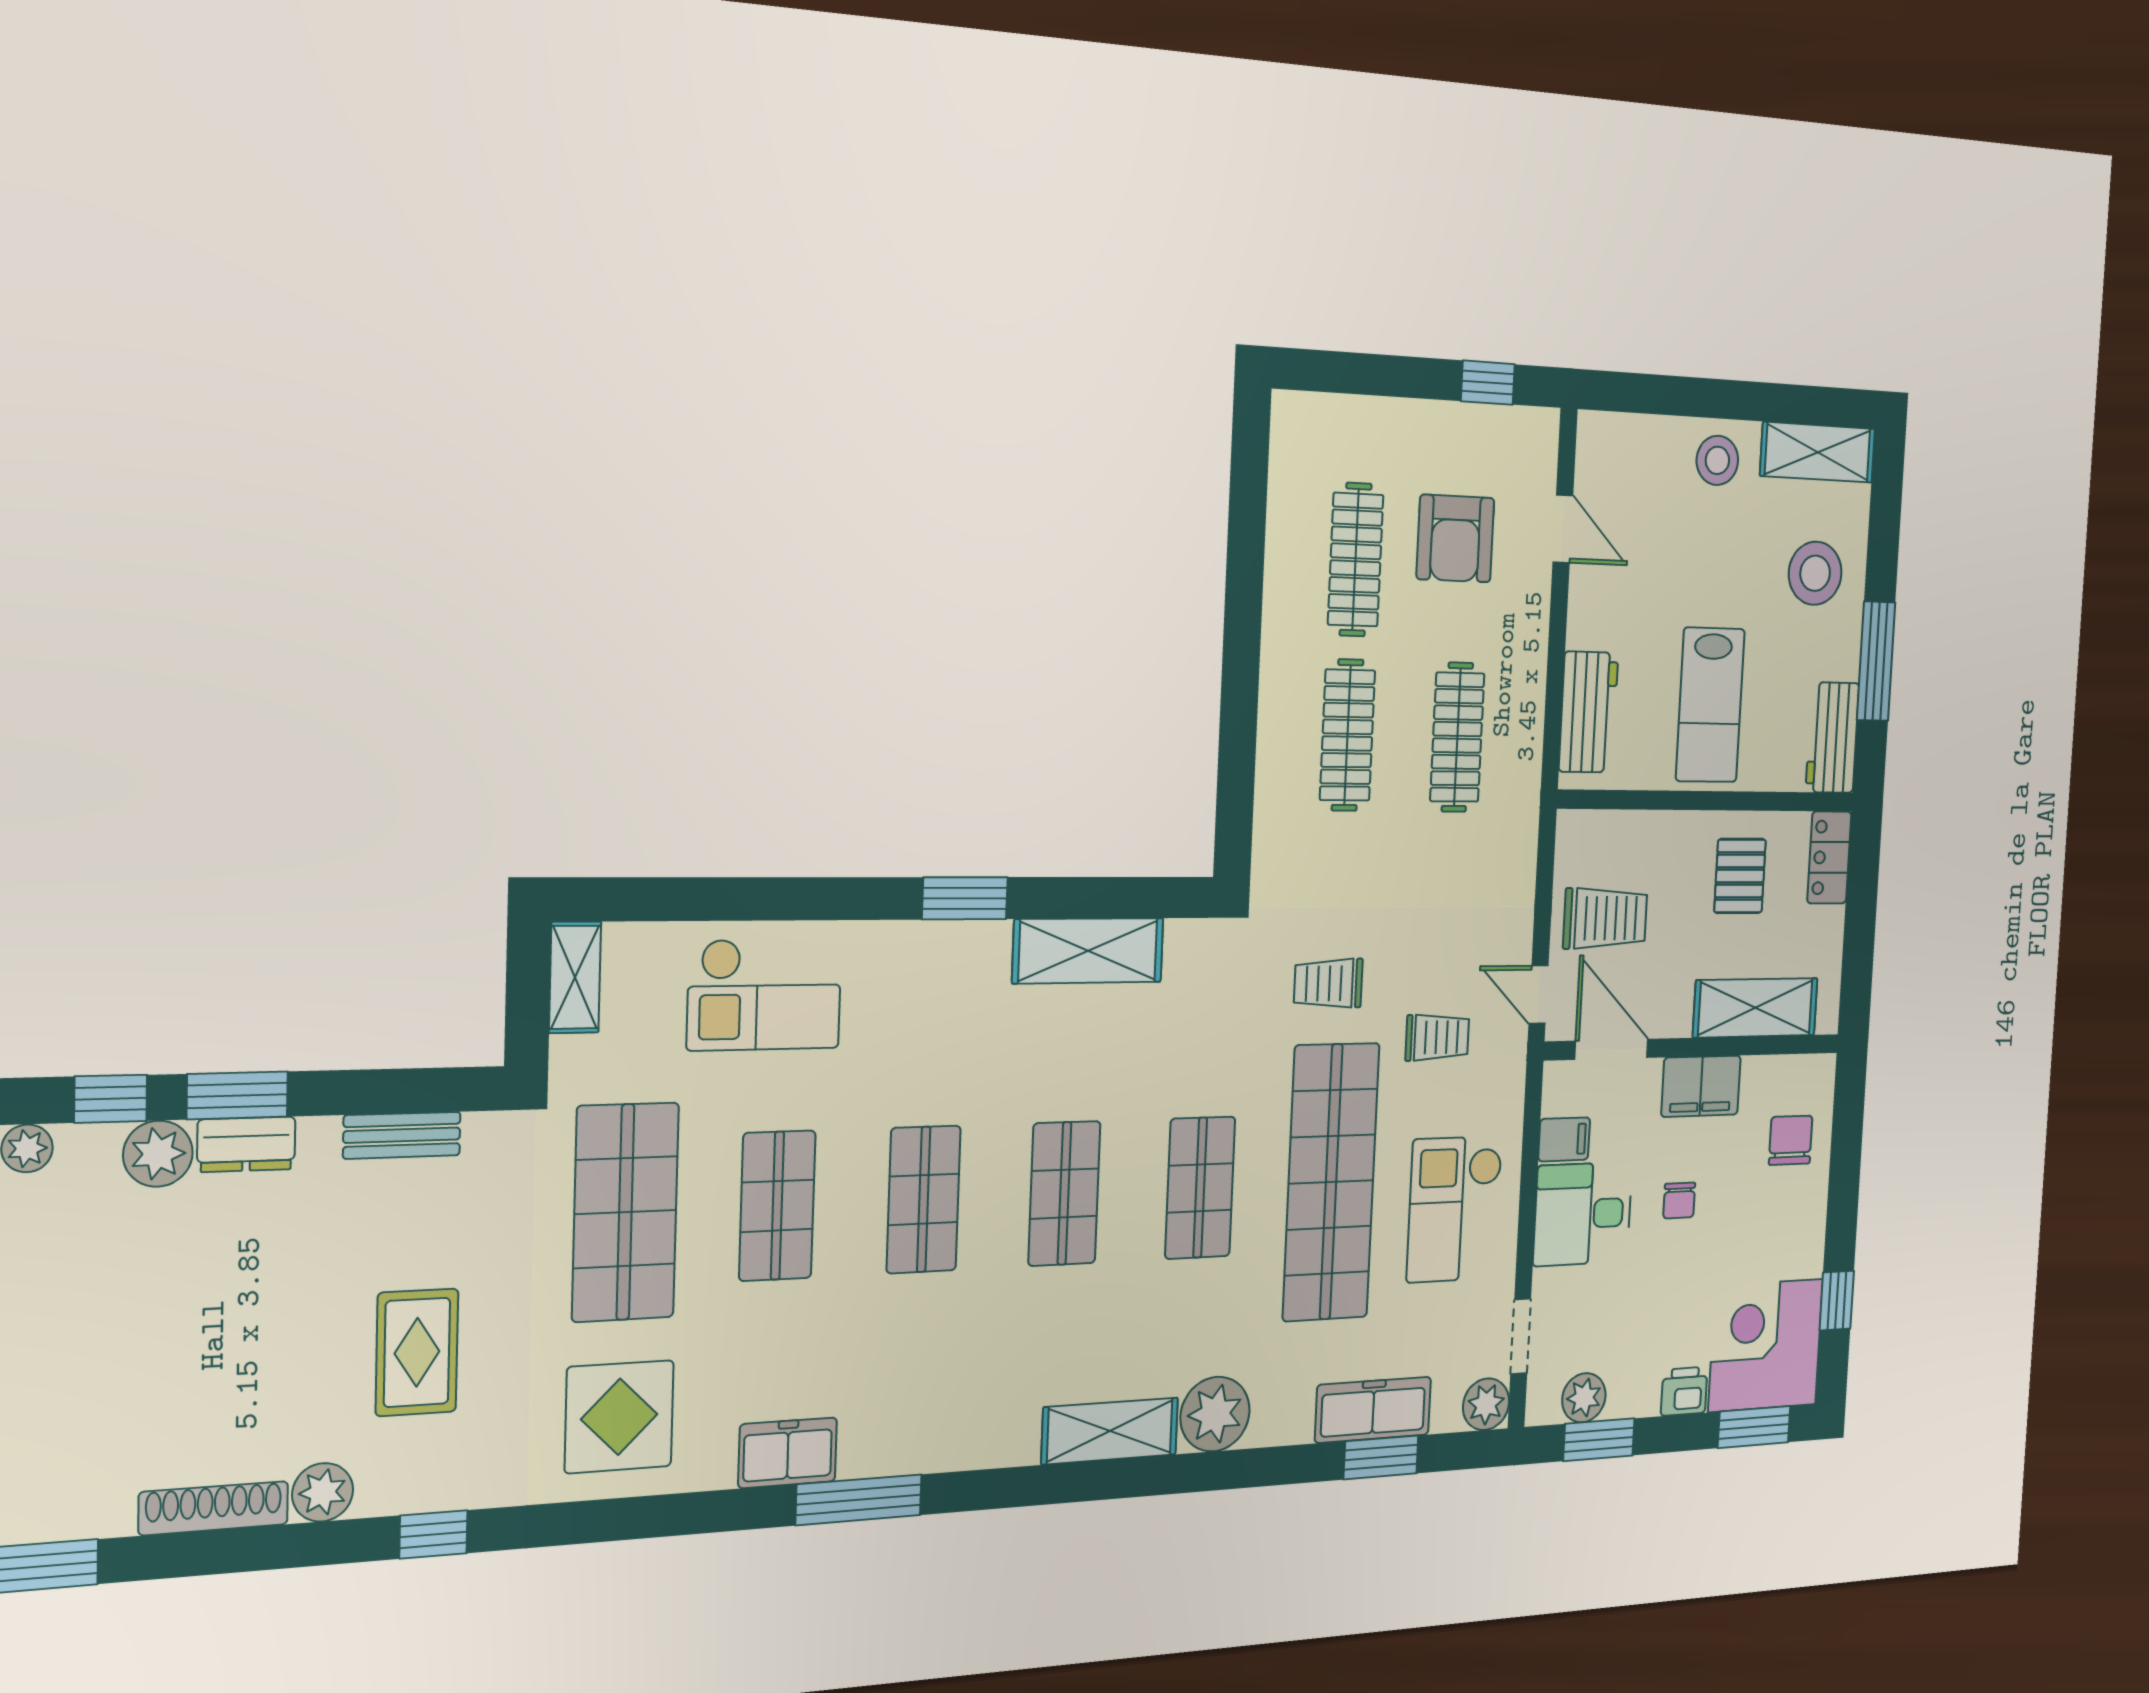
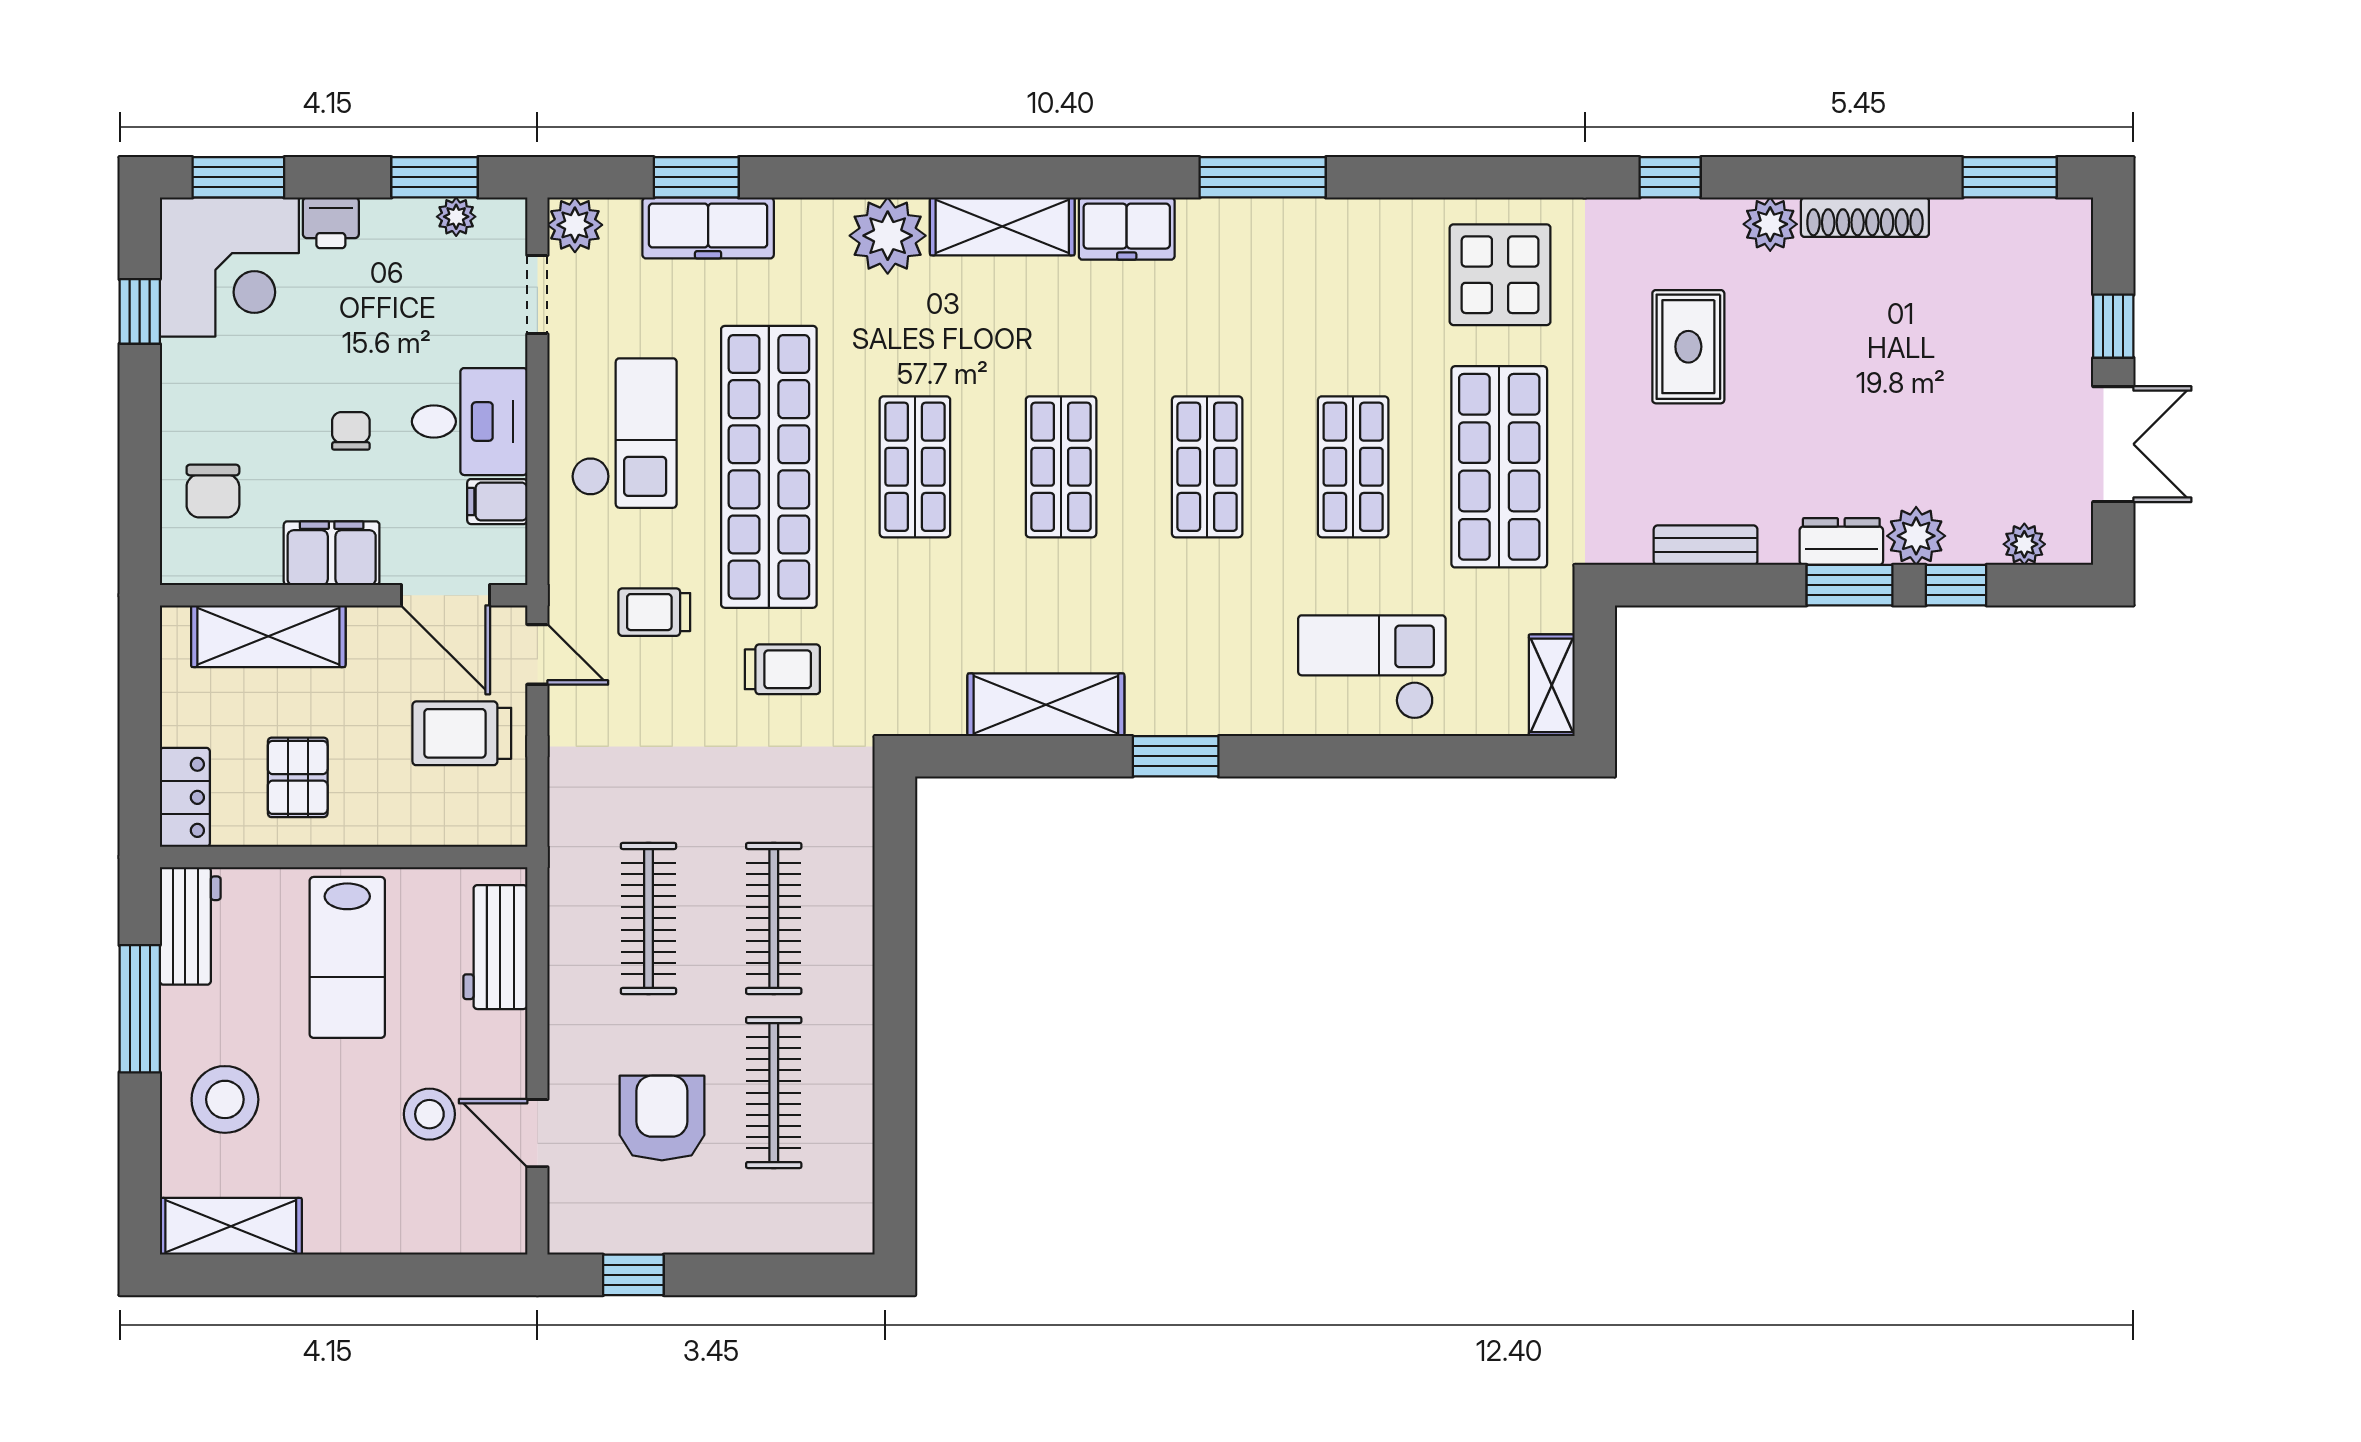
stool: (1717, 460) -> (429, 1114), moved
lab bench: (1710, 705) -> (347, 957), turned 180
plant: (1584, 1398) -> (456, 217), width x0.73, depth x0.73
freezer: (788, 1453) -> (1127, 229), moved

